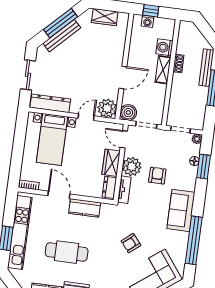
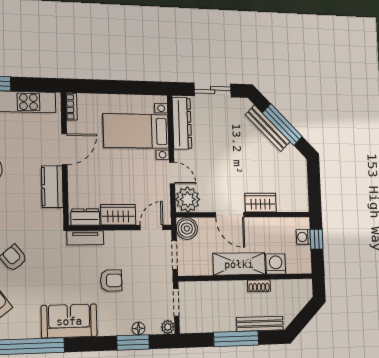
wardrobe: (105, 17) -> (261, 203), moved, turned 90
shelving: (163, 70) -> (239, 264), width x1.50, depth x1.33
plant: (132, 166) -> (118, 244), removed

